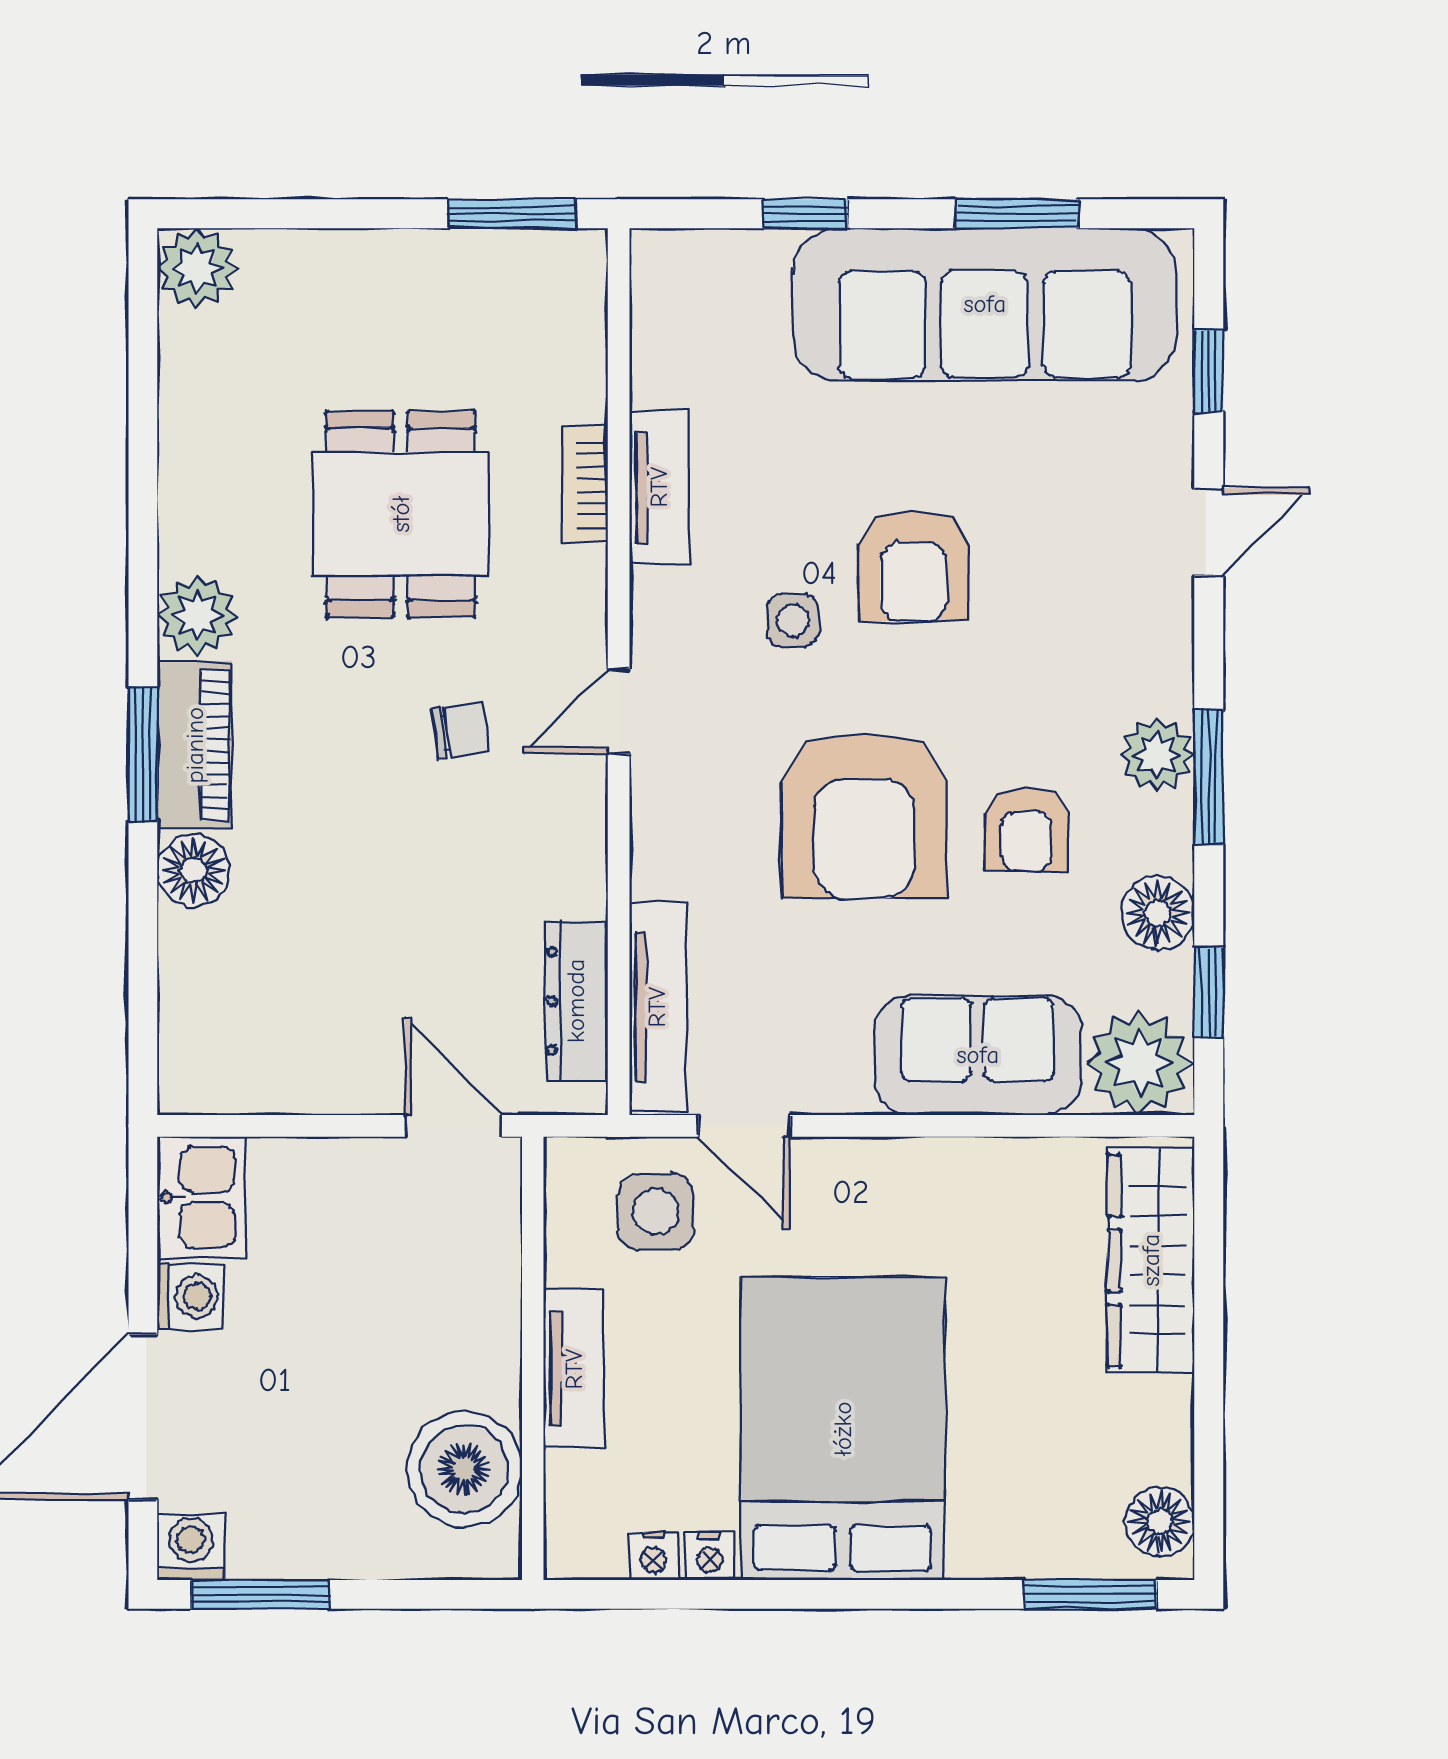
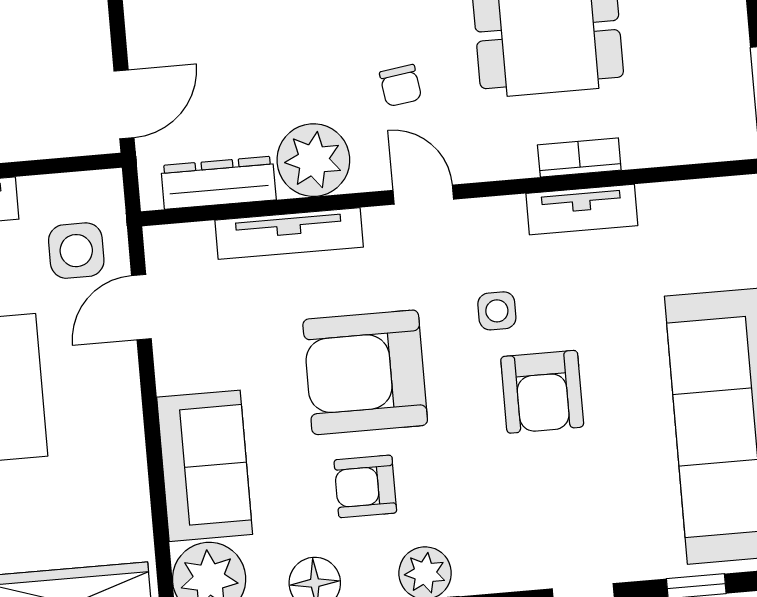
armchair: (913, 566) -> (542, 392), turned -90
plant: (556, 863) -> (313, 160), added
tv unit: (657, 1007) -> (289, 234), moved

